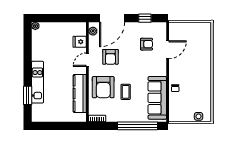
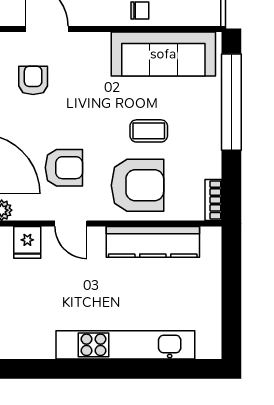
kitchen unit: (37, 82) -> (125, 345), width x1.36
window: (28, 95) -> (158, 369), removed

